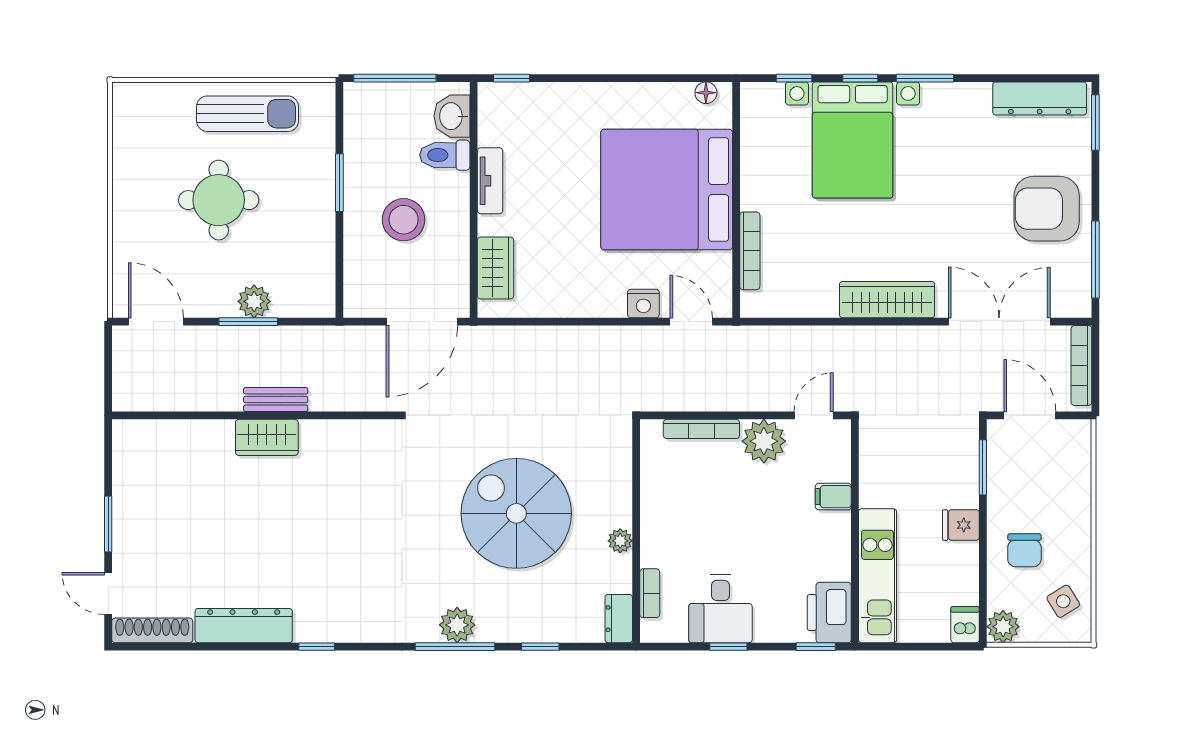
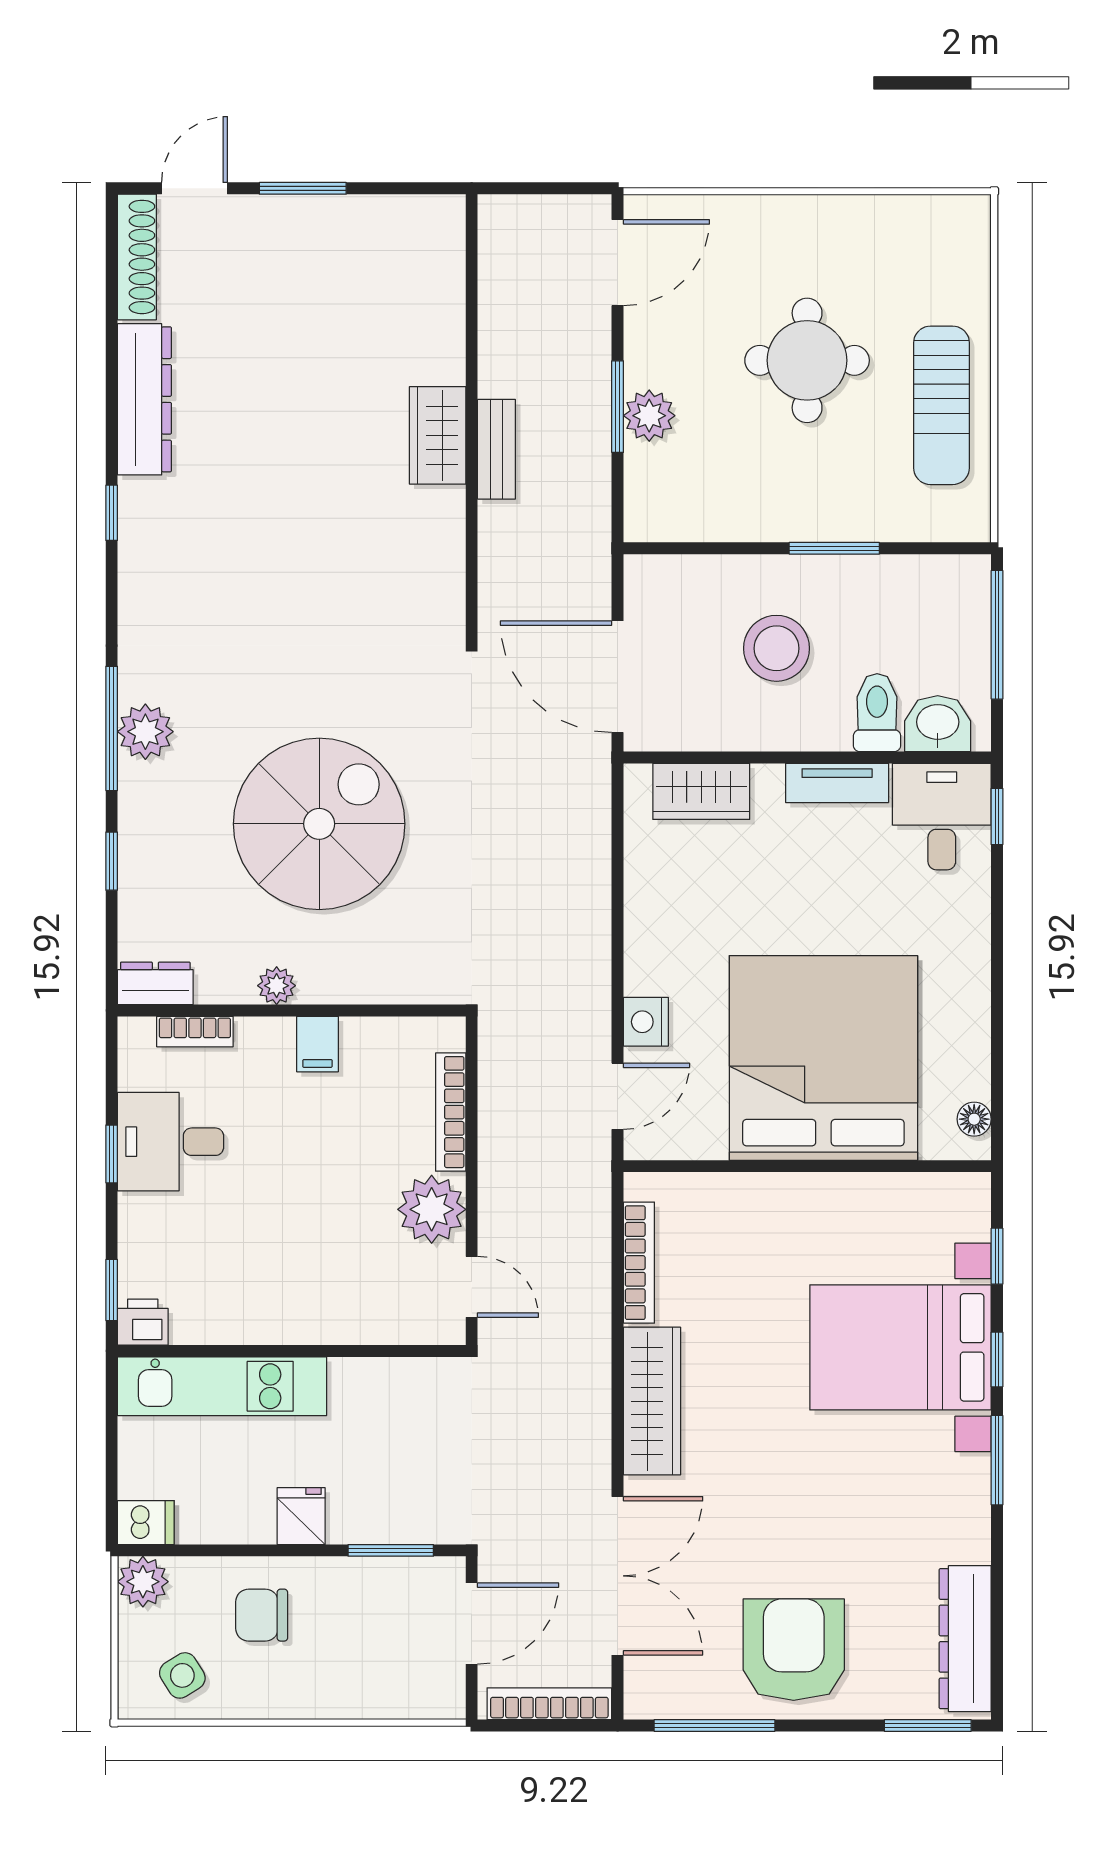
desk: (512, 114) -> (942, 817), added
bookcase: (750, 251) -> (639, 1263), moved, turned -90
filing cabinet: (833, 497) -> (317, 1044), moved, turned 180
printer: (829, 613) -> (143, 1322), width x0.53, depth x0.68

